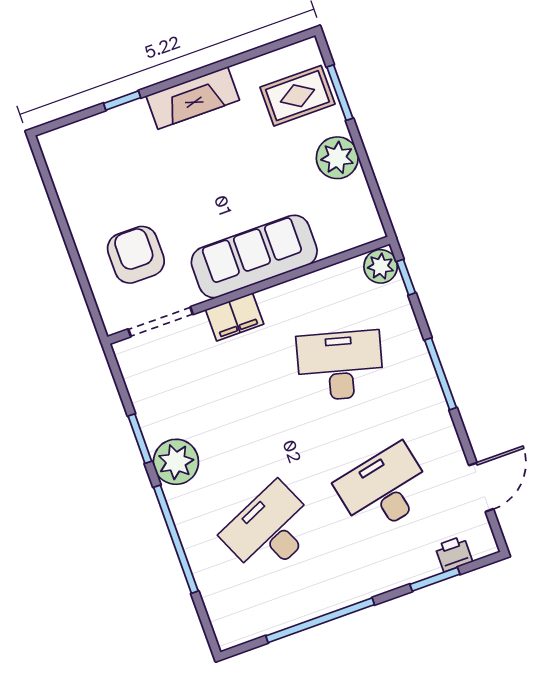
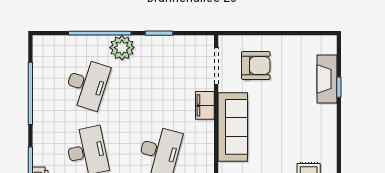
fireplace: (193, 98) -> (327, 79), moved
plant: (176, 462) -> (122, 48), moved
desk: (270, 530) -> (87, 84), turned 42

